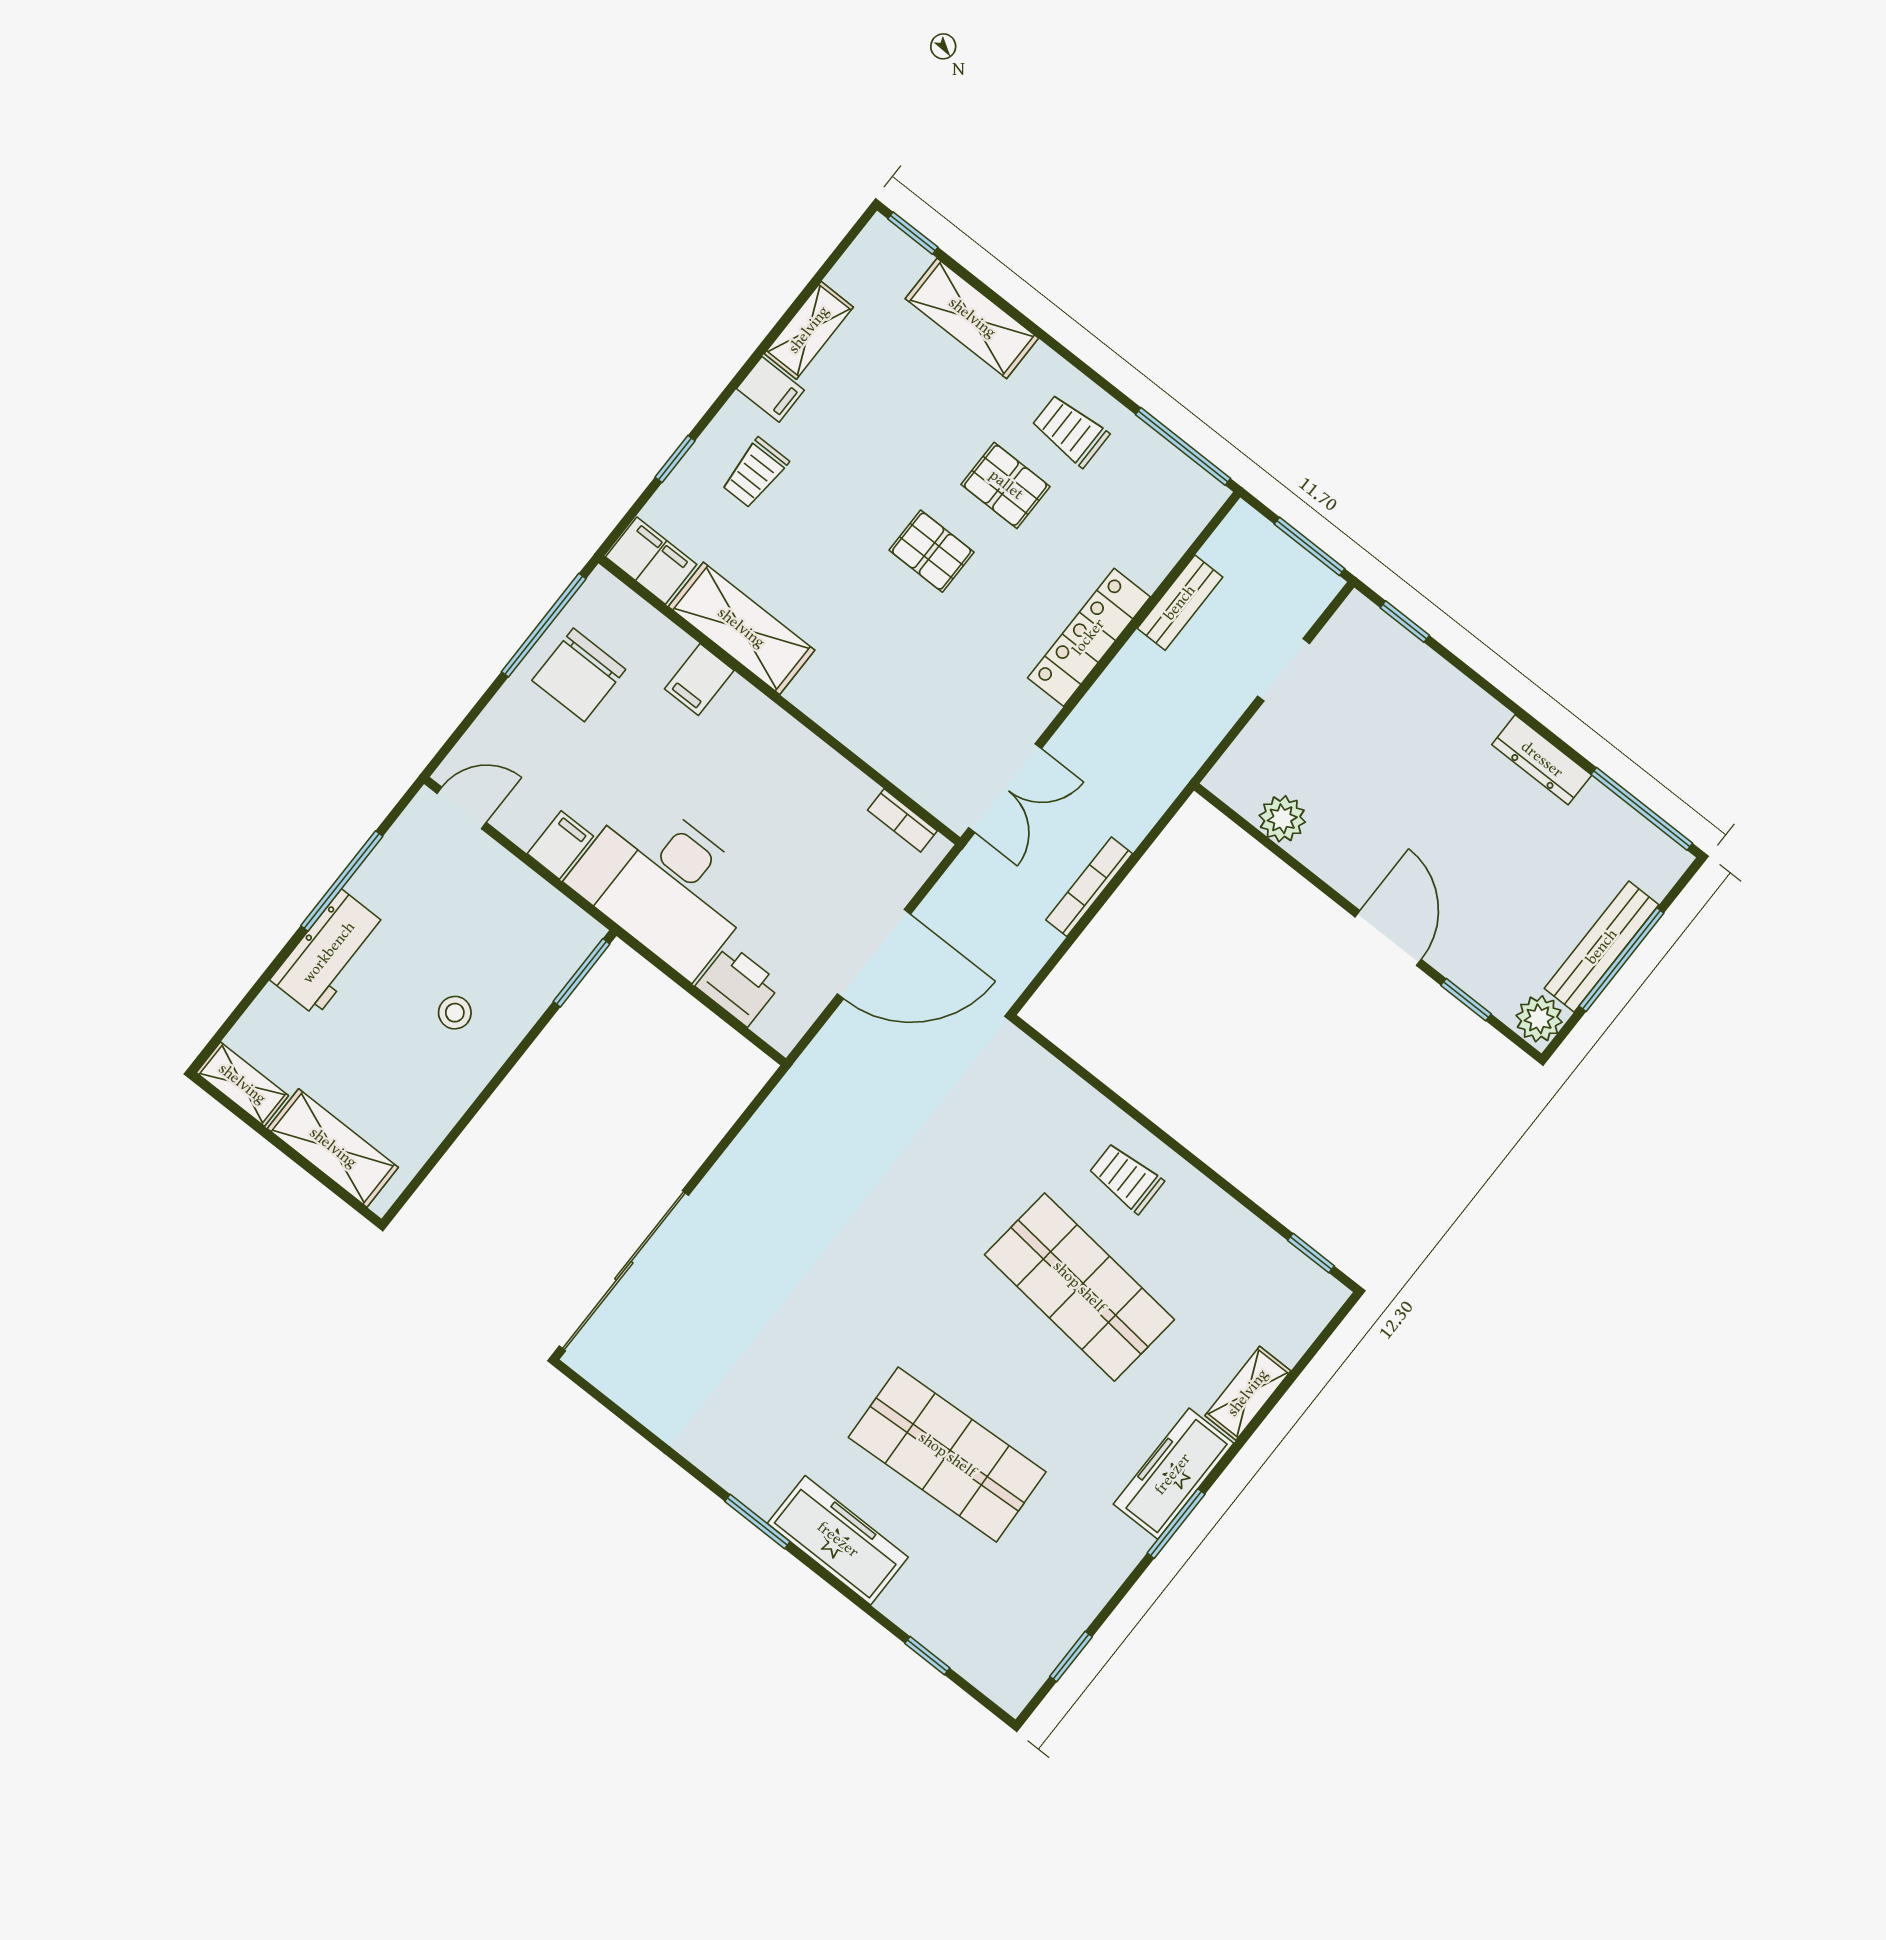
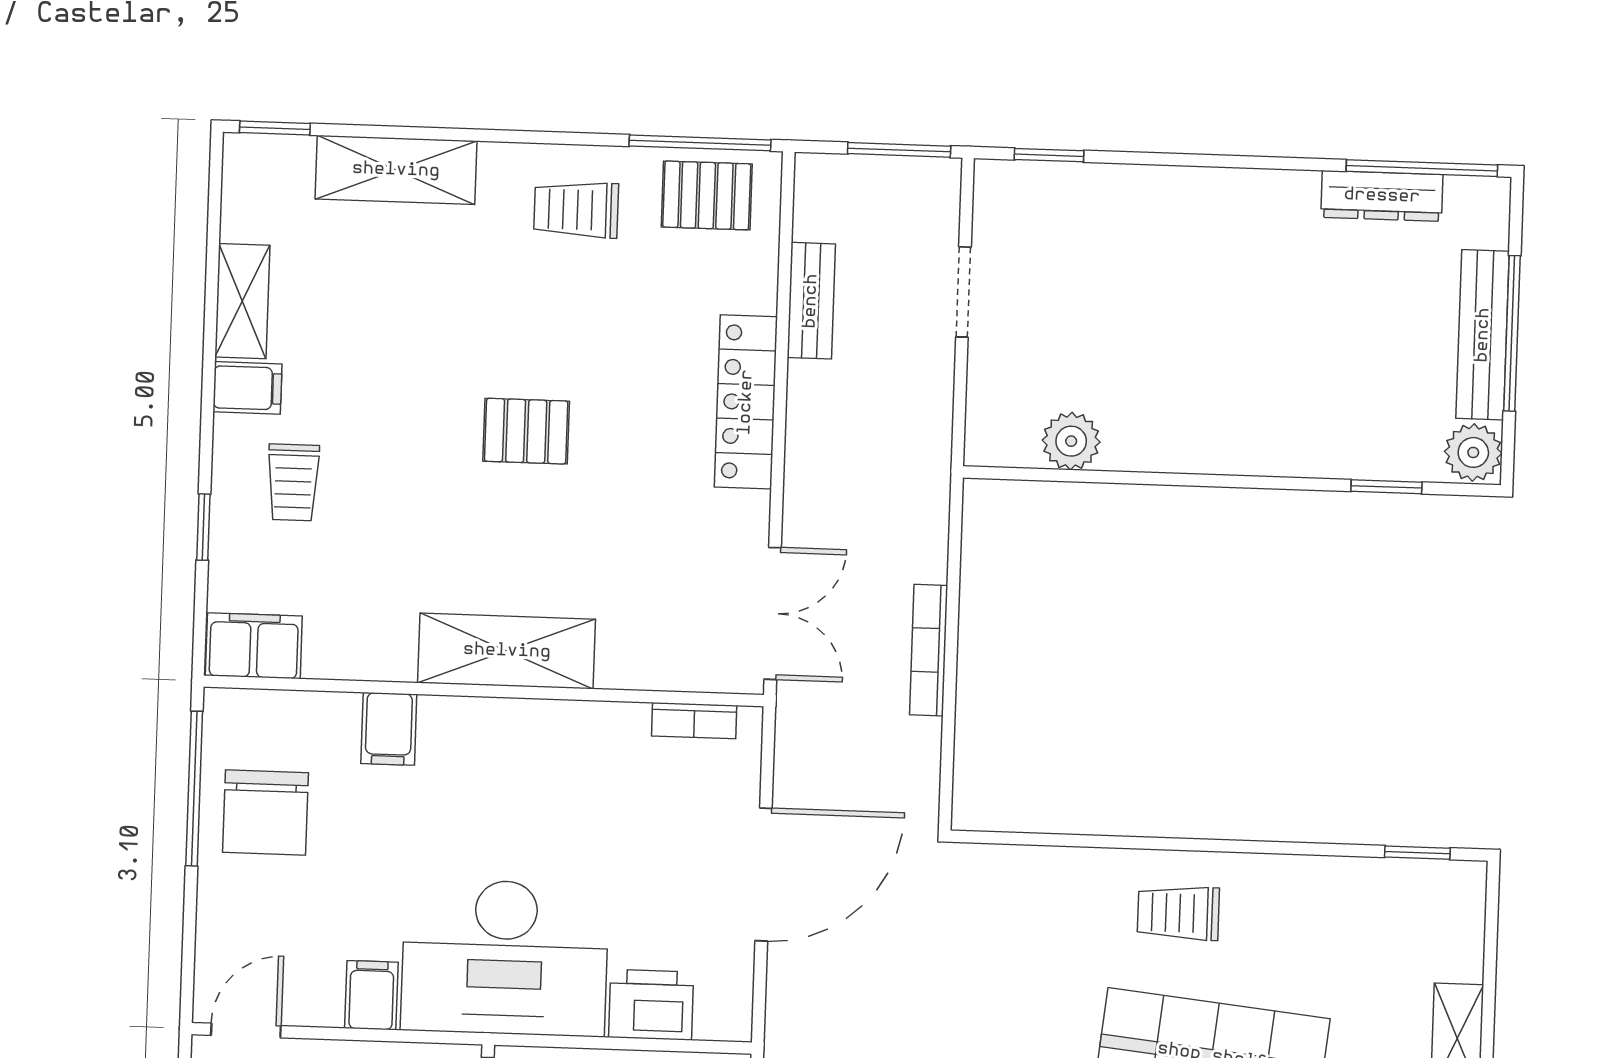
pallet: (1006, 485) -> (707, 195), moved
shelving: (741, 628) -> (507, 651), moved
dresser: (1542, 760) -> (1382, 196), moved
door: (1388, 938) -> (1264, 482), removed

